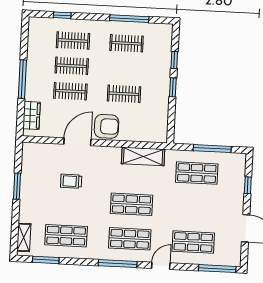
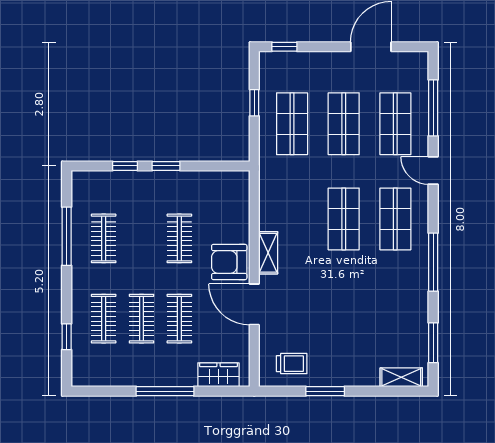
armchair: (107, 126) -> (229, 262), turned -90
window: (212, 149) -> (254, 103), width x0.46
shelving: (143, 156) -> (268, 253), moved, width x0.67, depth x0.75
trolley: (71, 181) -> (292, 364), moved, turned -90
window: (248, 185) -> (284, 47), moved
shop shelf: (66, 236) -> (344, 124), moved
window: (118, 264) -> (433, 262), moved
window: (217, 269) -> (433, 108), moved

